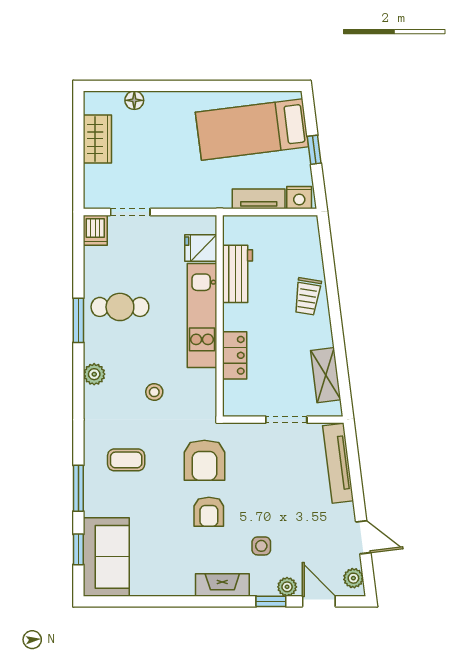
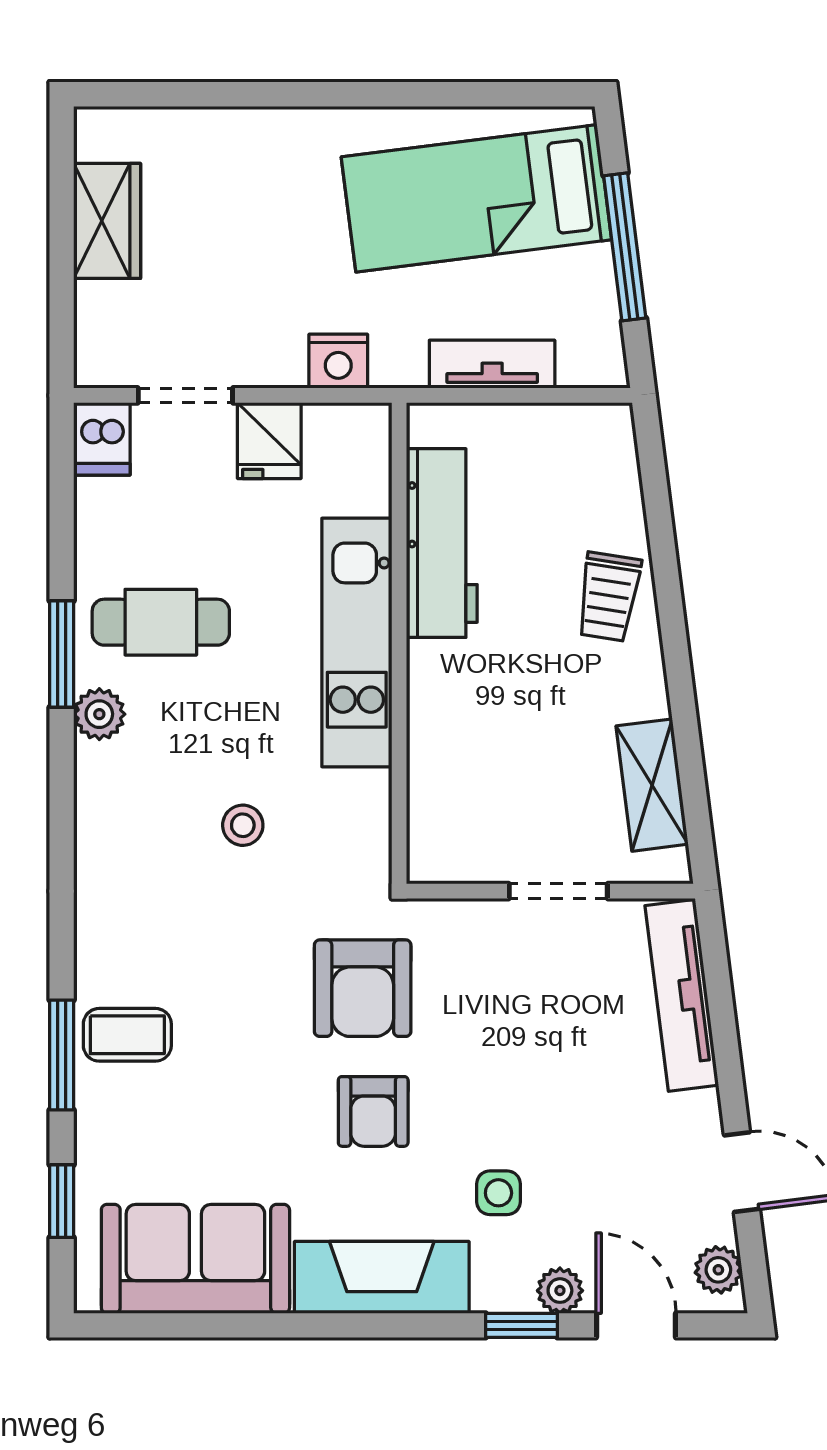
floor lamp: (134, 100) -> (195, 128), removed
window: (314, 150) -> (625, 247), width x2.17
nightstand: (299, 198) -> (338, 361), moved
fridge: (201, 248) -> (269, 441), moved, turned -90
workbench: (238, 274) -> (442, 543), width x1.38
locker: (235, 355) -> (435, 738), removed
plant: (94, 374) -> (99, 714), moved
coffee table: (126, 460) -> (127, 1035), moved
sofa: (106, 557) -> (195, 1259), moved, turned -90
fireplace: (222, 585) -> (382, 1277), width x1.37, depth x1.32

